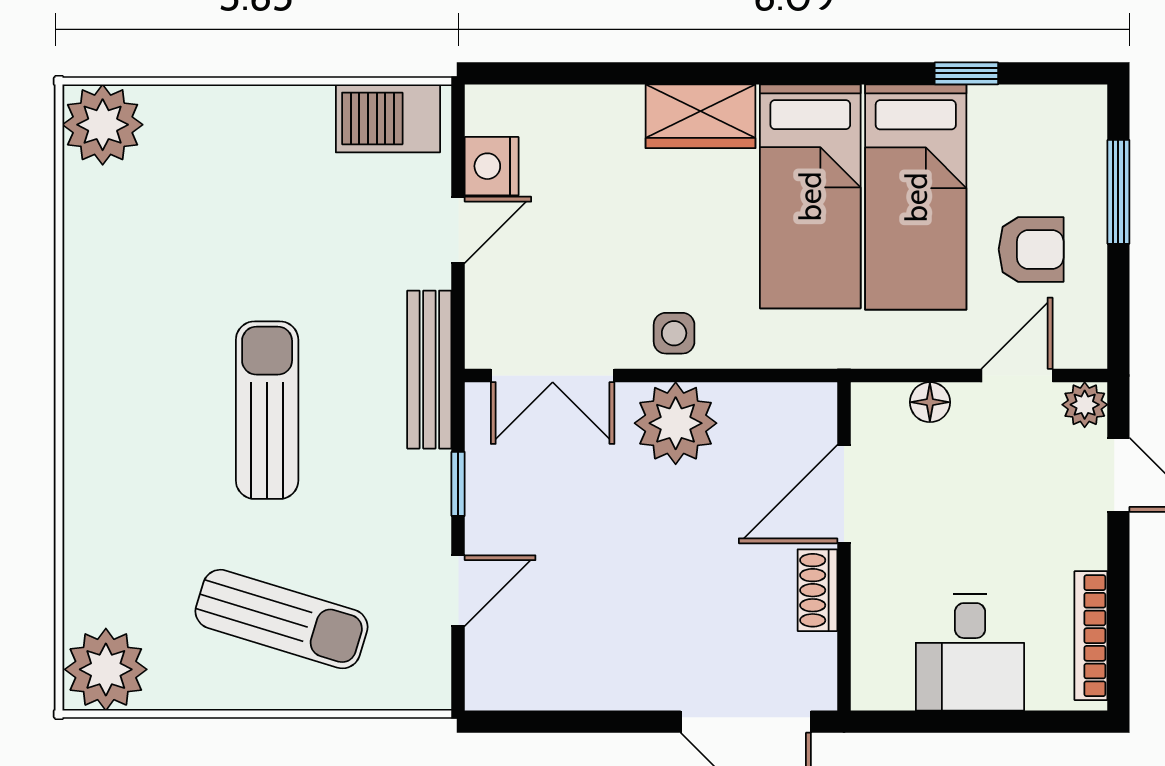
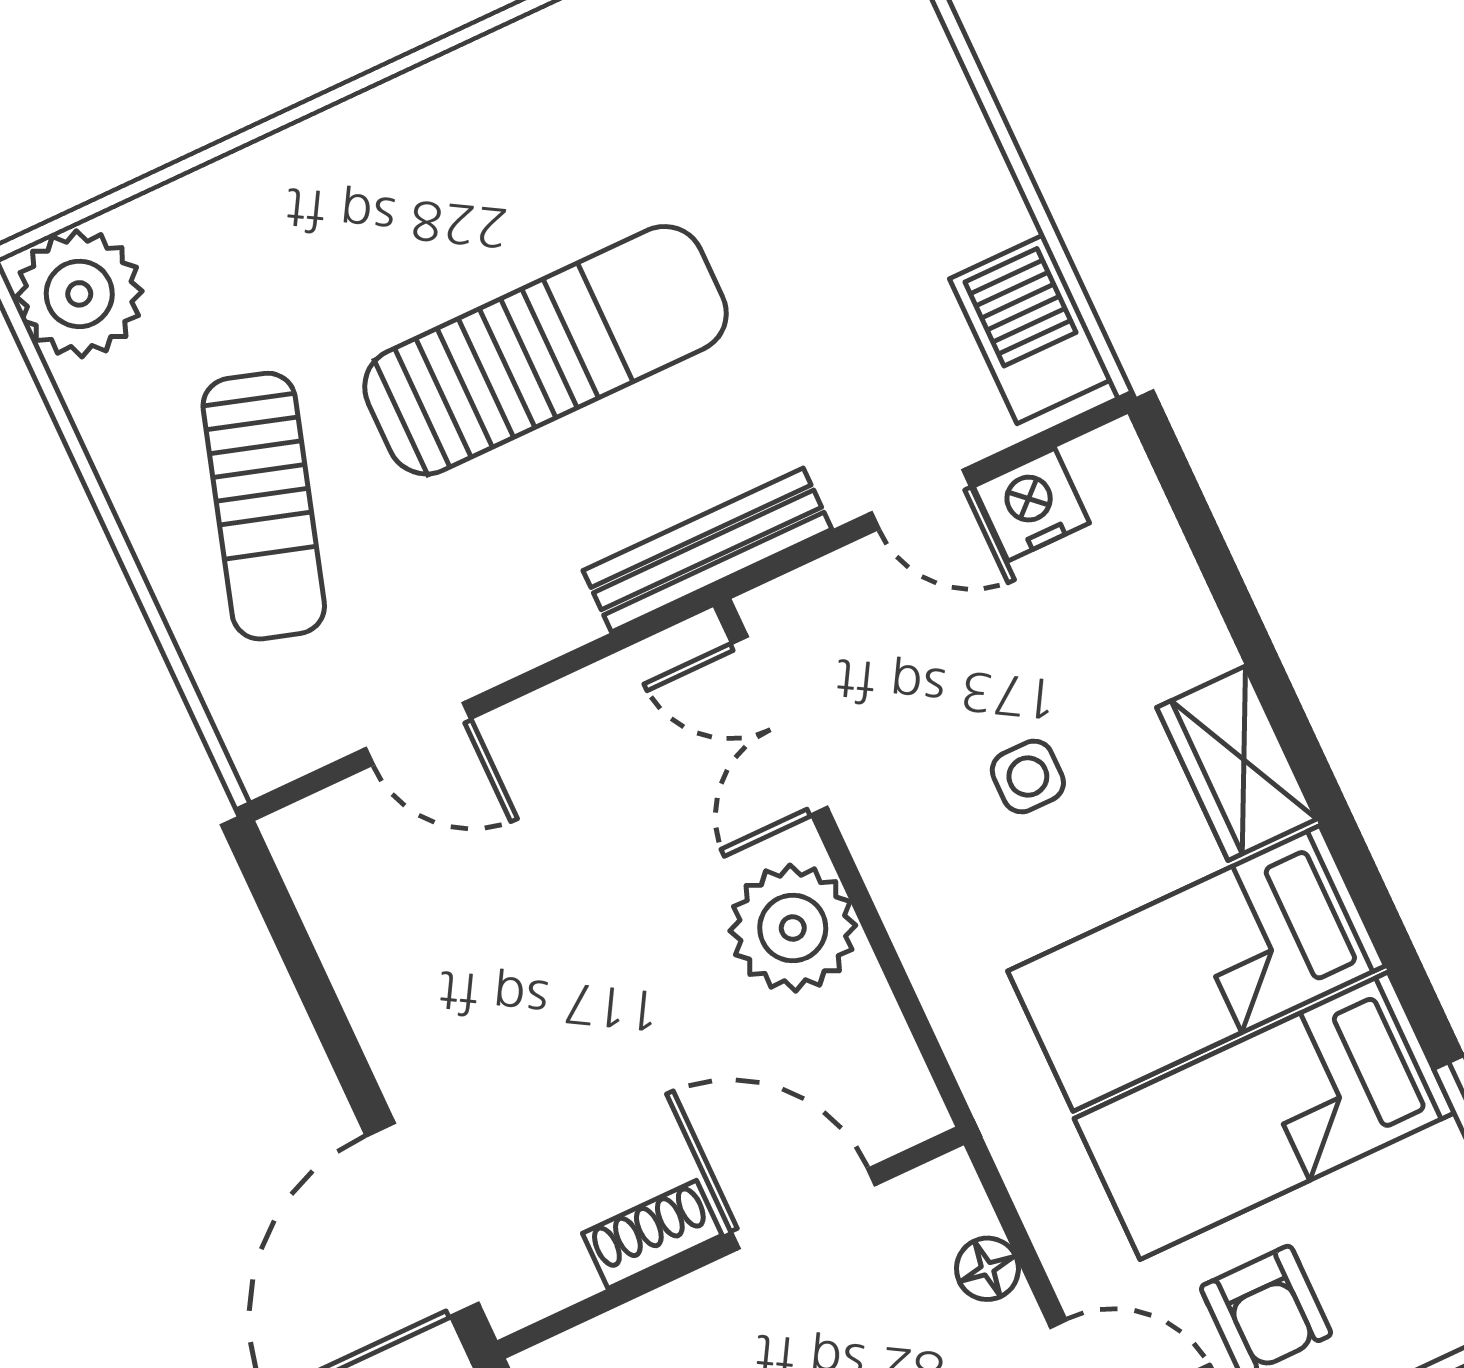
side table: (674, 333) -> (1028, 777), moved
sun lounger: (267, 410) -> (545, 350), width x1.36, depth x1.34
window: (458, 484) -> (567, 664), removed

